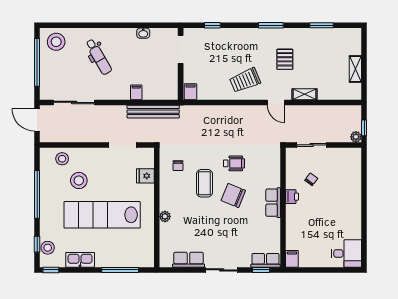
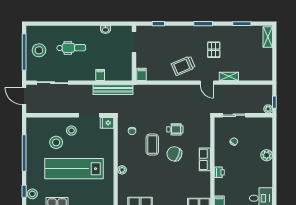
stool: (56, 42) -> (39, 50), moved
dental chair: (99, 57) -> (71, 48), turned -61
shelving: (355, 69) -> (268, 37), moved
stool: (62, 159) -> (71, 131), moved
fridge: (145, 176) -> (107, 123), moved
printer: (292, 197) -> (219, 172), moved
plant: (354, 197) -> (267, 155), added

